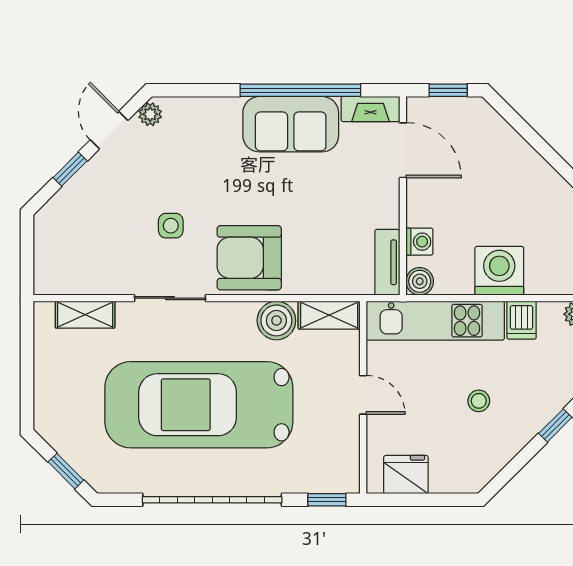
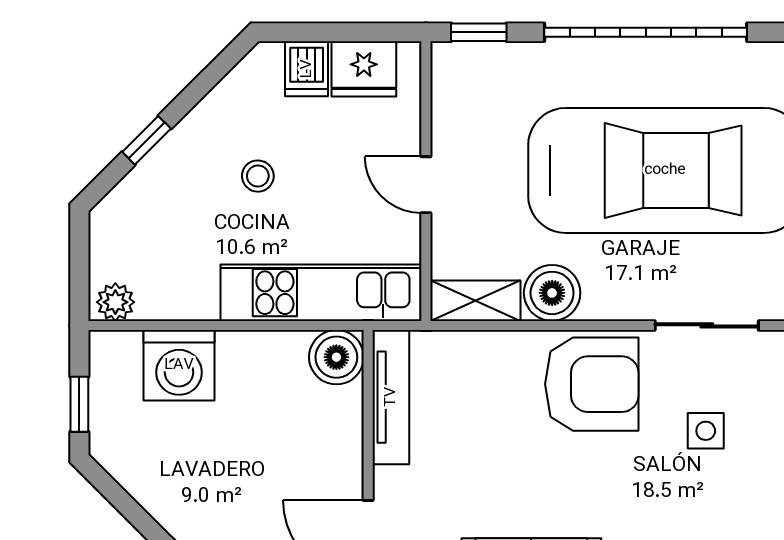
washing machine: (419, 242) -> (344, 408), removed
tv unit: (387, 262) -> (391, 397), width x1.41
washing machine: (499, 271) -> (179, 365), moved
boiler: (420, 281) -> (336, 357), width x1.36, depth x1.36
dishwasher: (521, 320) -> (307, 69), moved, turned 180

